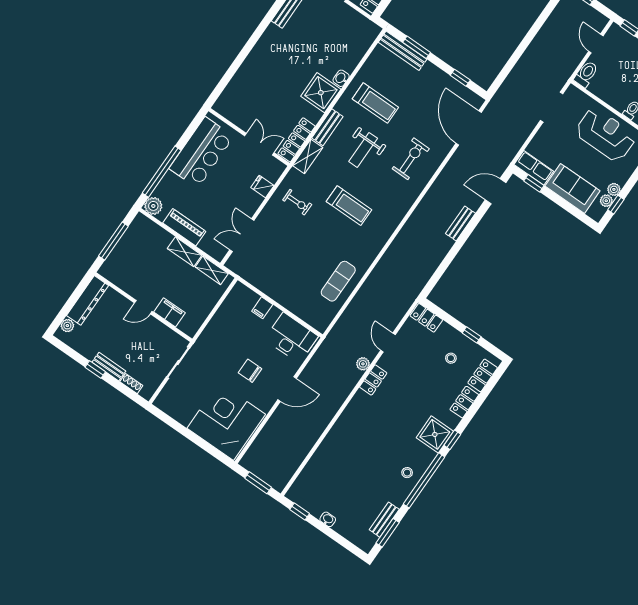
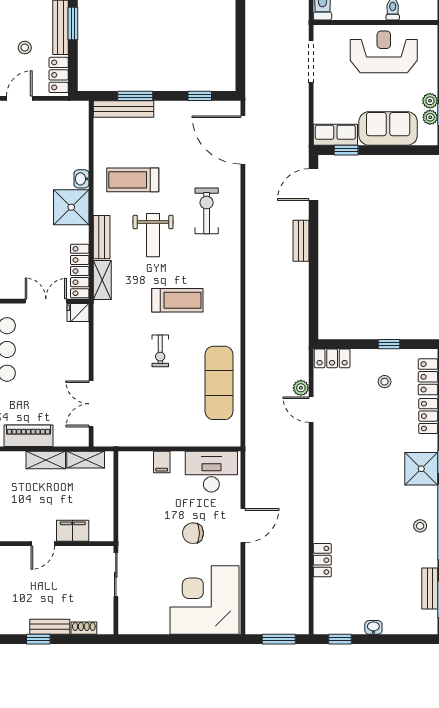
treadmill: (375, 103) -> (133, 180), turned 180
fridge: (262, 186) -> (78, 313), moved
exercise bike: (297, 202) -> (160, 351), moved, turned 90
exercise mat: (338, 281) -> (219, 383), width x1.36, depth x1.45
plant: (363, 364) -> (301, 388), moved
locker: (373, 380) -> (322, 560), moved

